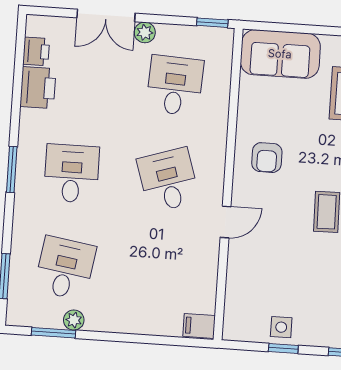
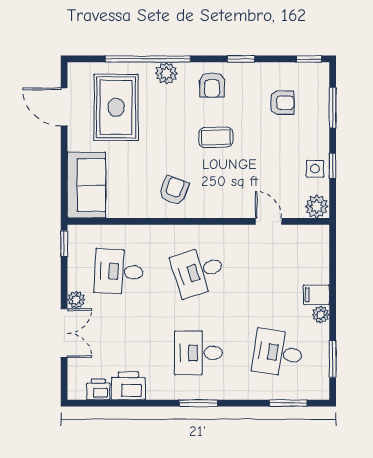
armchair: (267, 158) -> (174, 190), turned -70
door: (226, 222) -> (269, 221), moved
plant: (74, 320) -> (321, 315), moved
filing cabinet: (199, 326) -> (316, 295), moved, turned 90
plant: (236, 326) -> (317, 207), added

